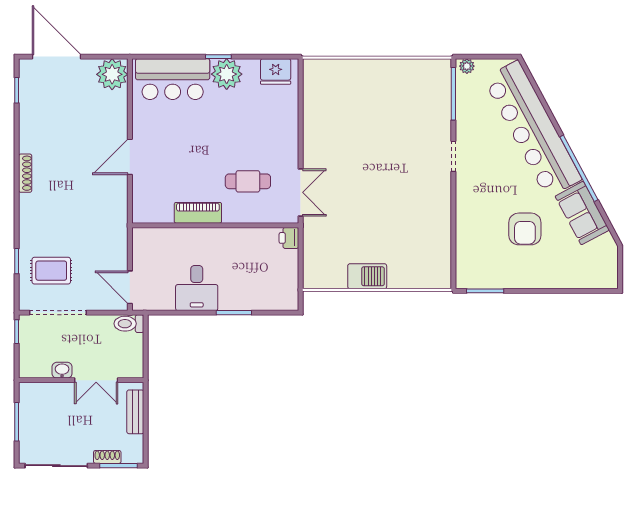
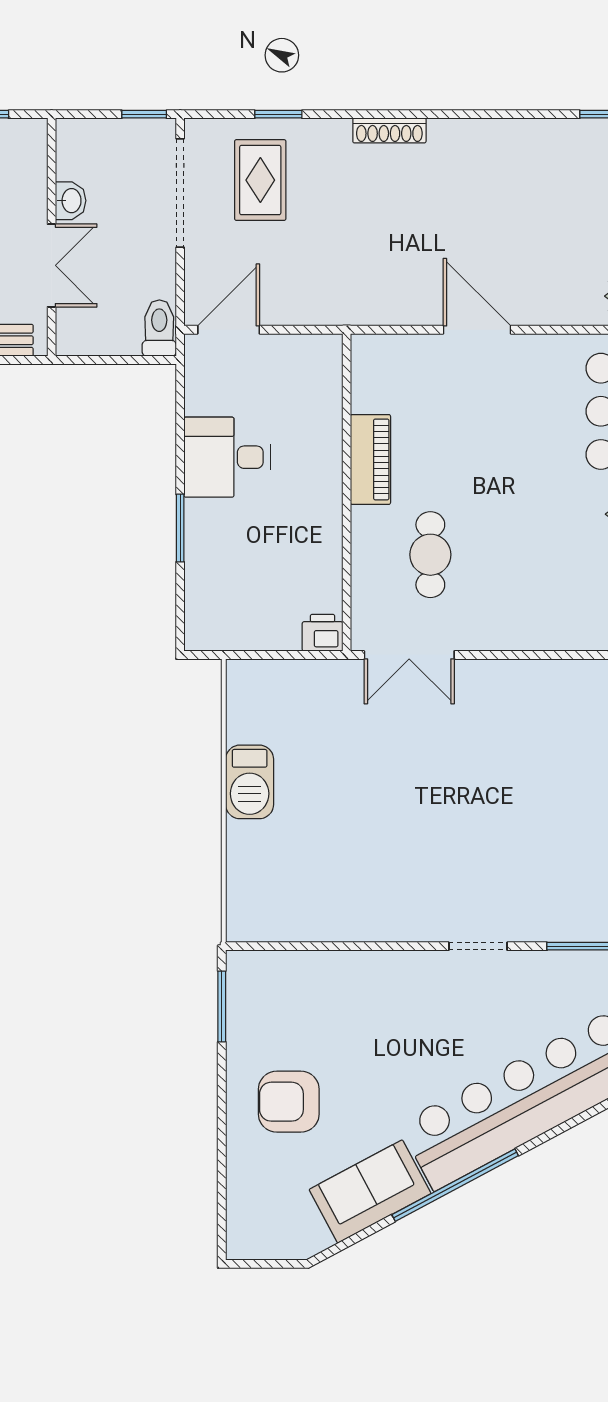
shoe rack: (25, 173) -> (389, 130), moved
armchair: (525, 229) -> (289, 1102), moved
double door: (96, 380) -> (52, 265), swing flipped

